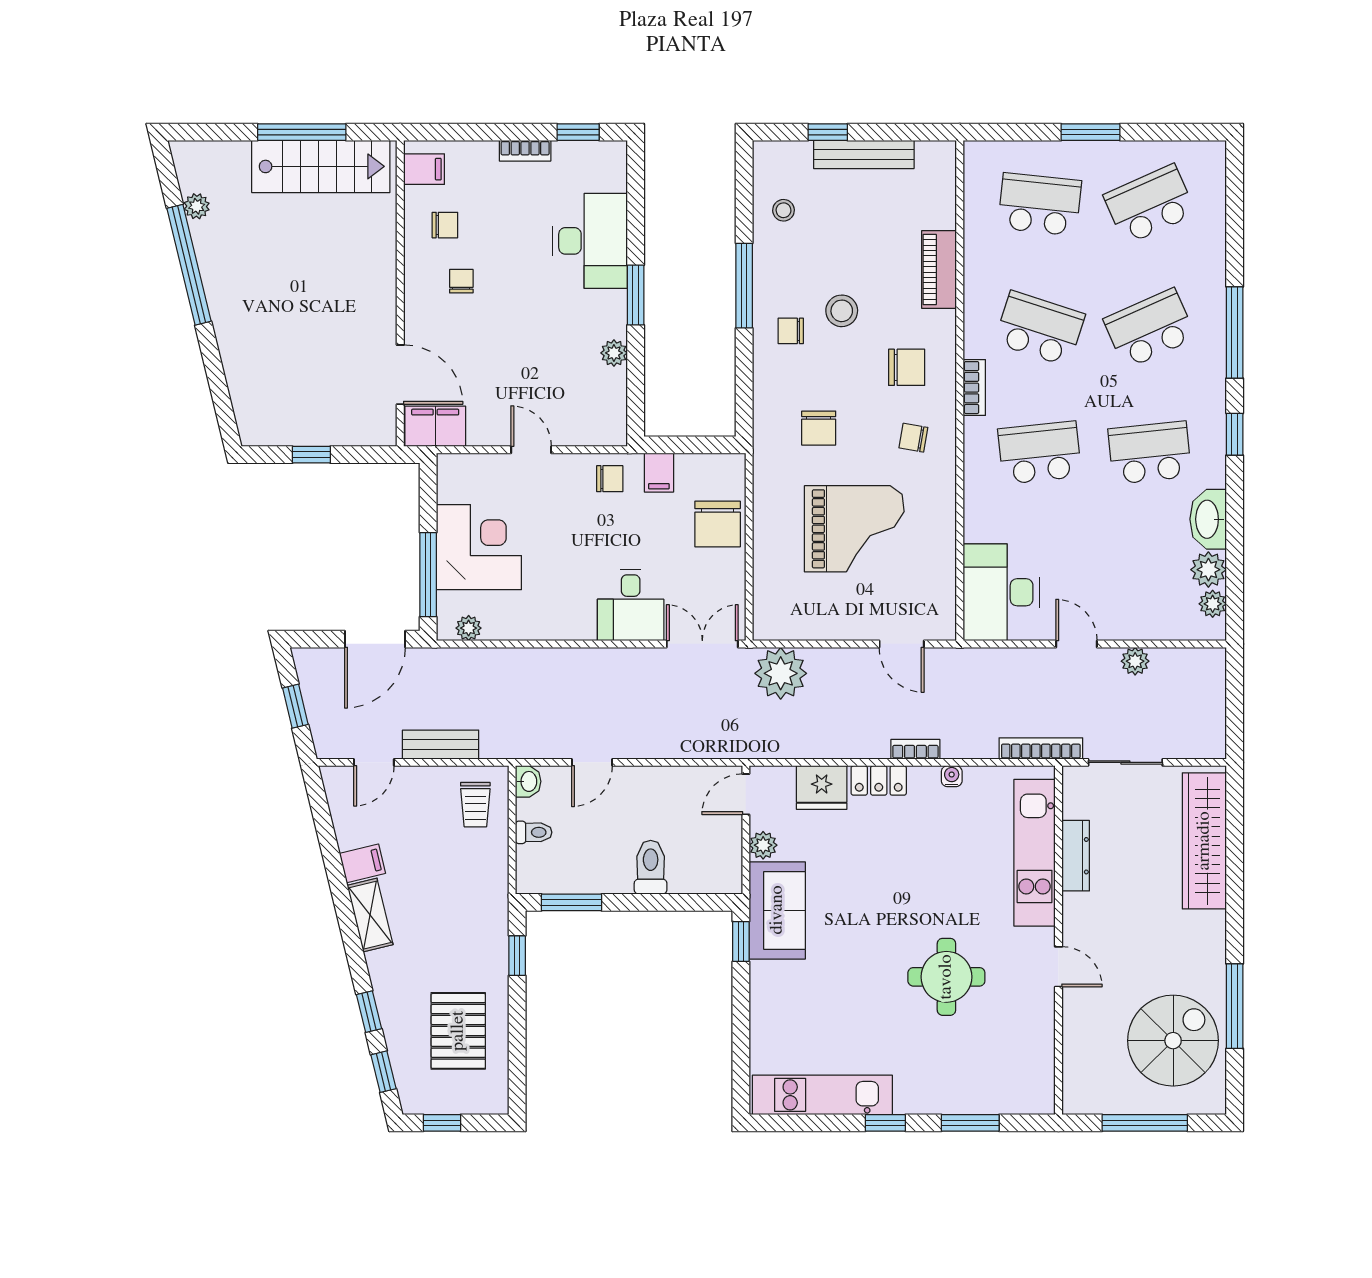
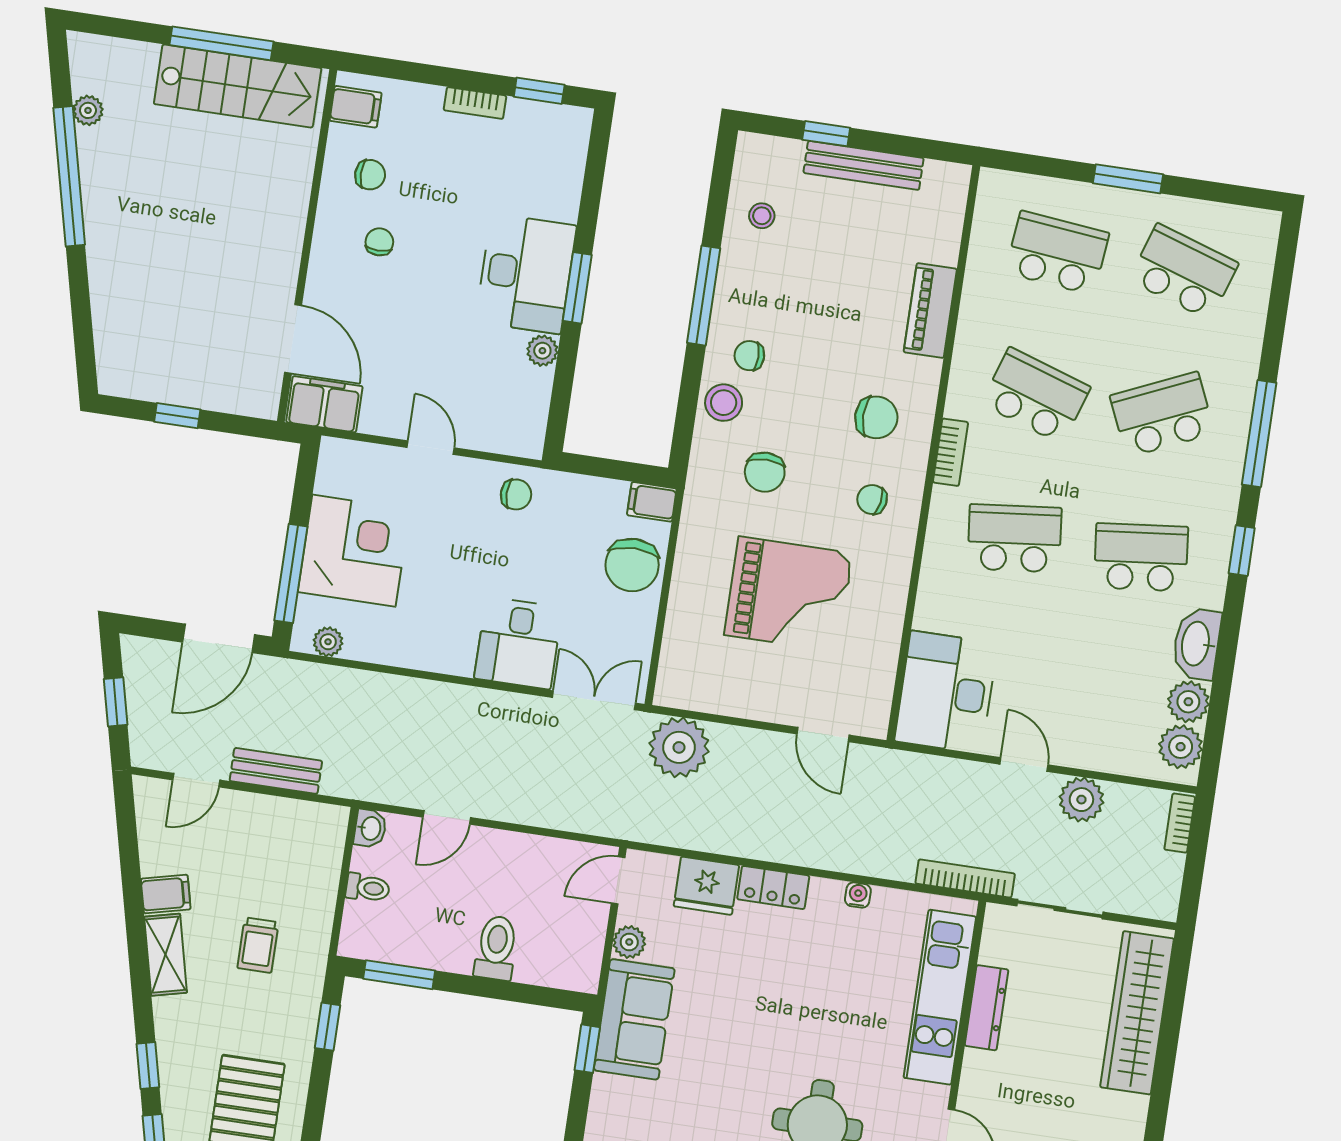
school desk: (1150, 204) -> (1184, 272), turned 42
desk: (590, 241) -> (526, 274), moved
stool: (842, 311) -> (724, 403), moved
filing cabinet: (659, 473) -> (652, 502), moved, turned 90
plant: (1213, 604) -> (1181, 747), width x1.38, depth x1.38
plant: (1135, 661) -> (1081, 800), width x1.38, depth x1.38
bookcase: (915, 749) -> (1180, 823), moved, turned -90
trolley: (475, 805) -> (258, 945), moved

